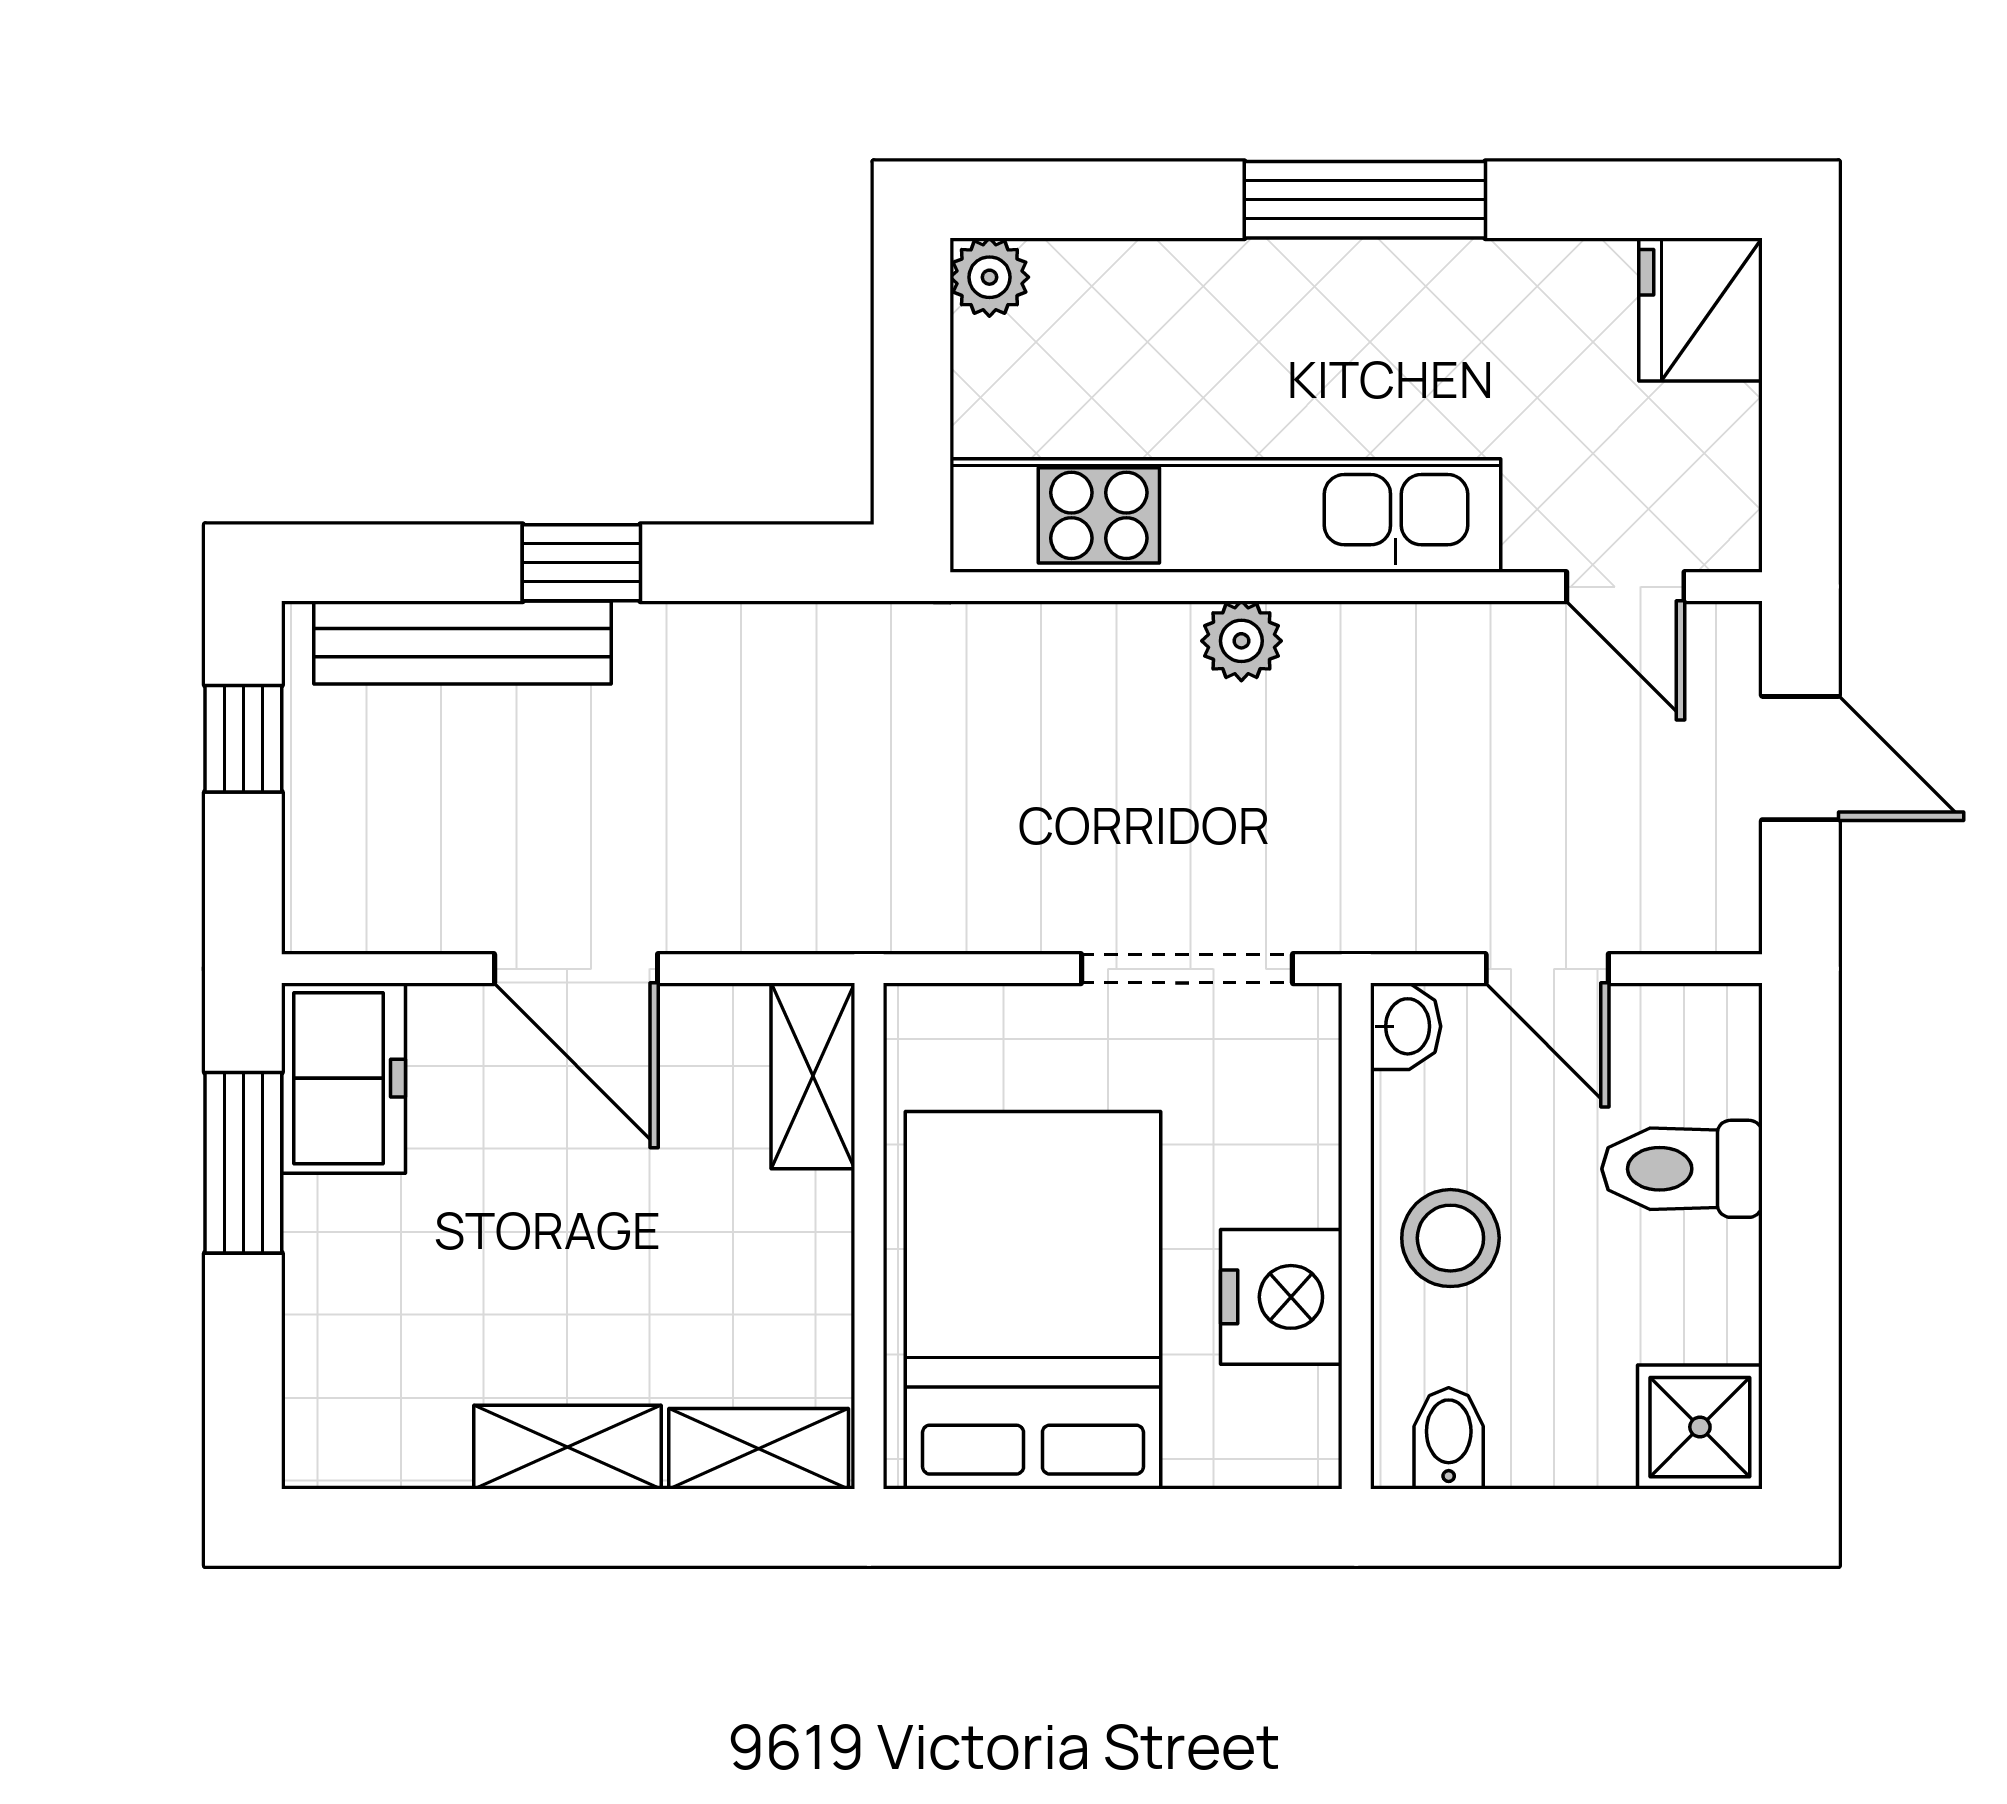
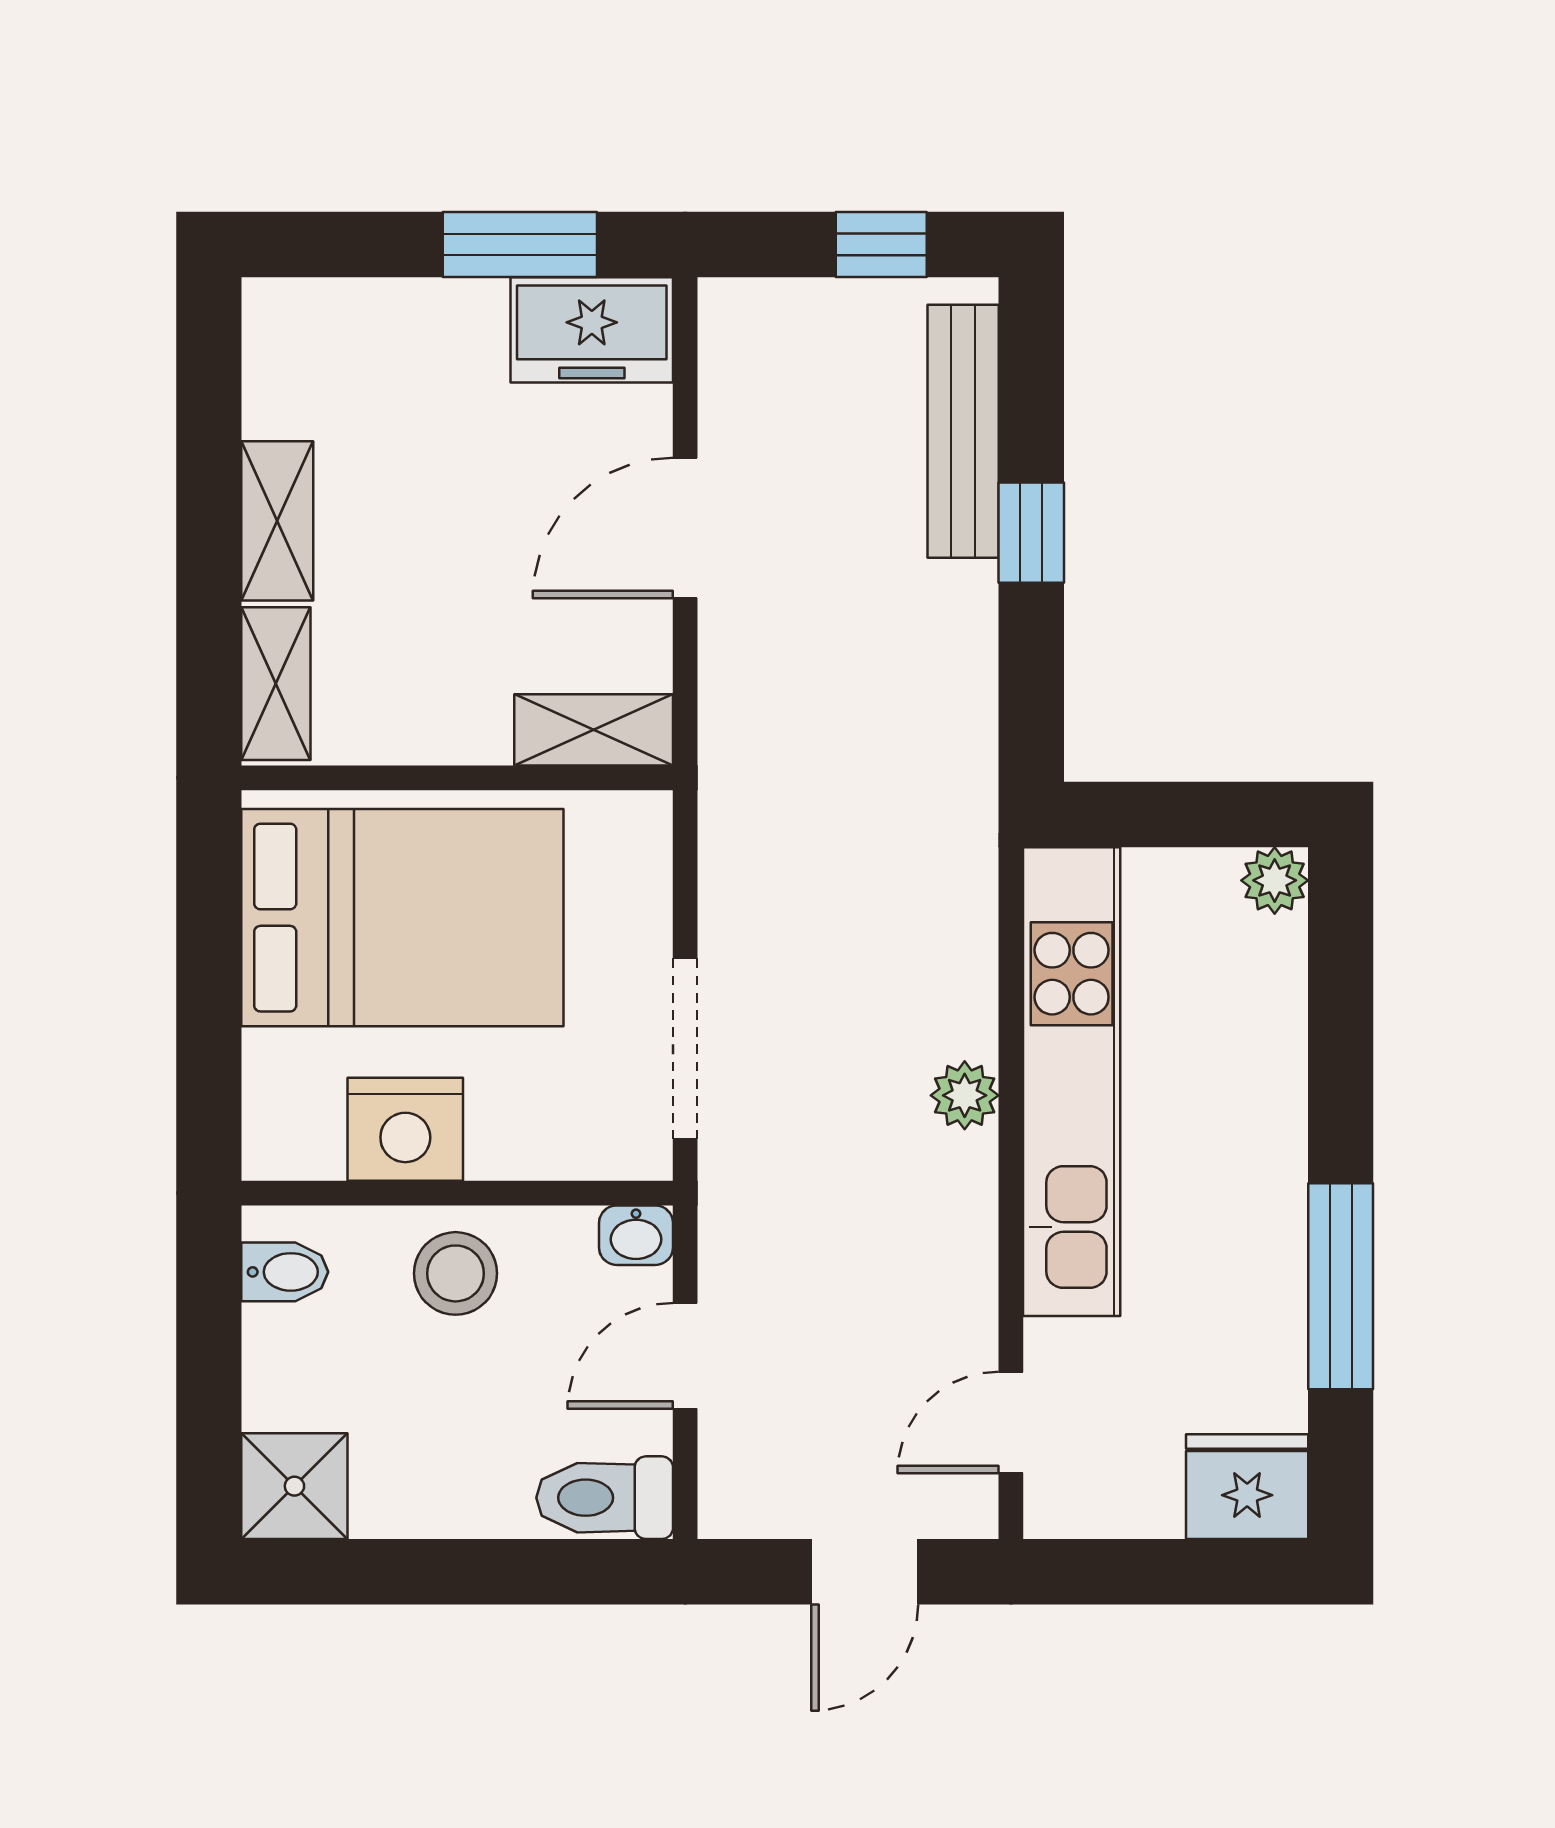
window: (1365, 200) -> (1341, 1286), moved
toilet: (1682, 1169) -> (605, 1498), moved, turned -90

